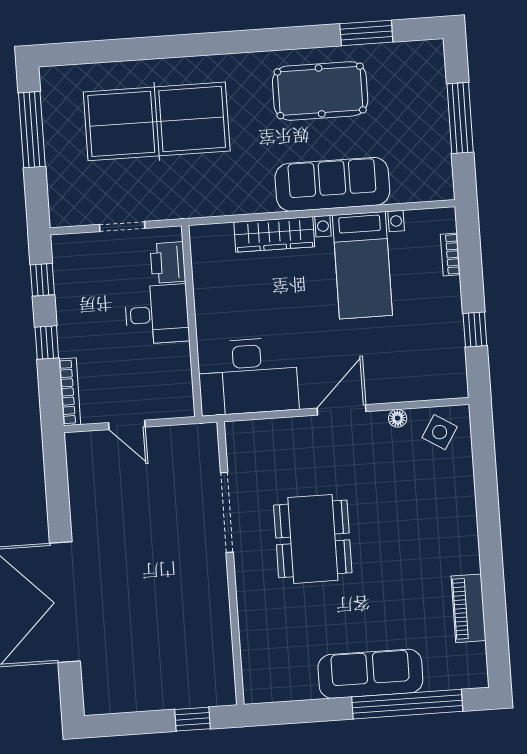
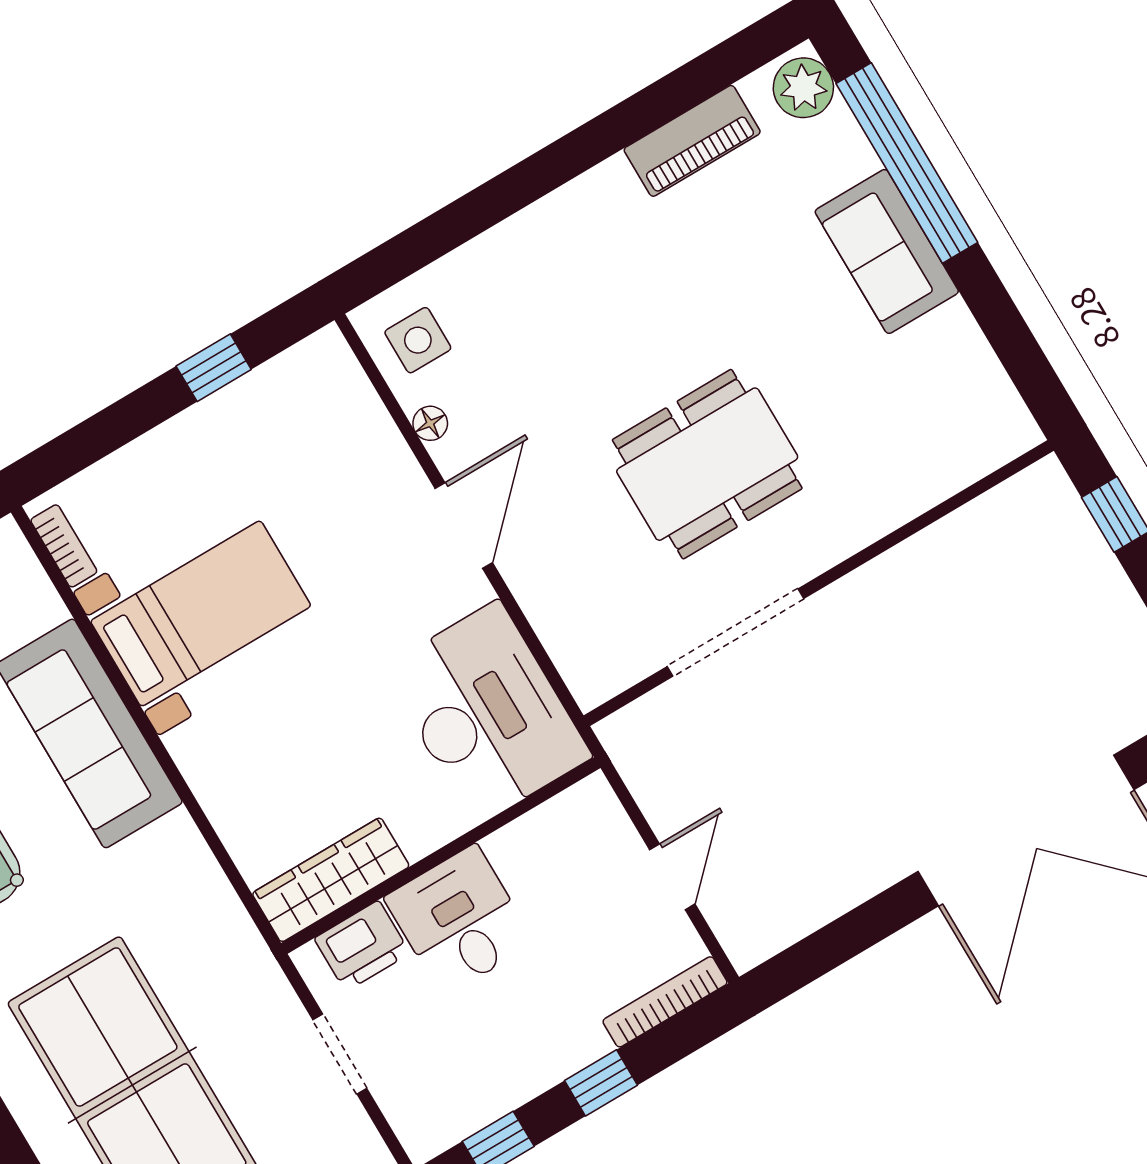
wardrobe: (274, 234) -> (331, 880), moved, turned -90
bookcase: (450, 254) -> (64, 546), moved, turned -90
door: (342, 410) -> (464, 525), swing flipped
side table: (440, 432) -> (418, 340), turned -32
plant: (467, 673) -> (803, 88), added
sofa: (370, 674) -> (887, 251), width x0.73

